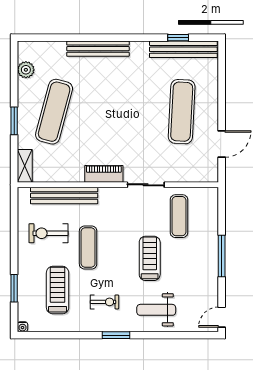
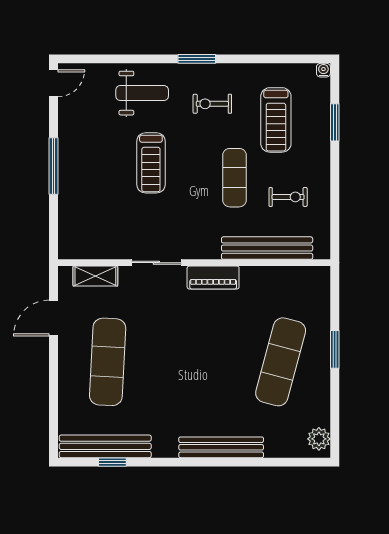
plant: (26, 70) -> (319, 439), moved
shelving: (25, 166) -> (95, 276), moved, turned 90
exercise mat: (179, 216) -> (111, 220), removed
exercise bike: (49, 233) -> (288, 197), width x0.73, depth x0.72

